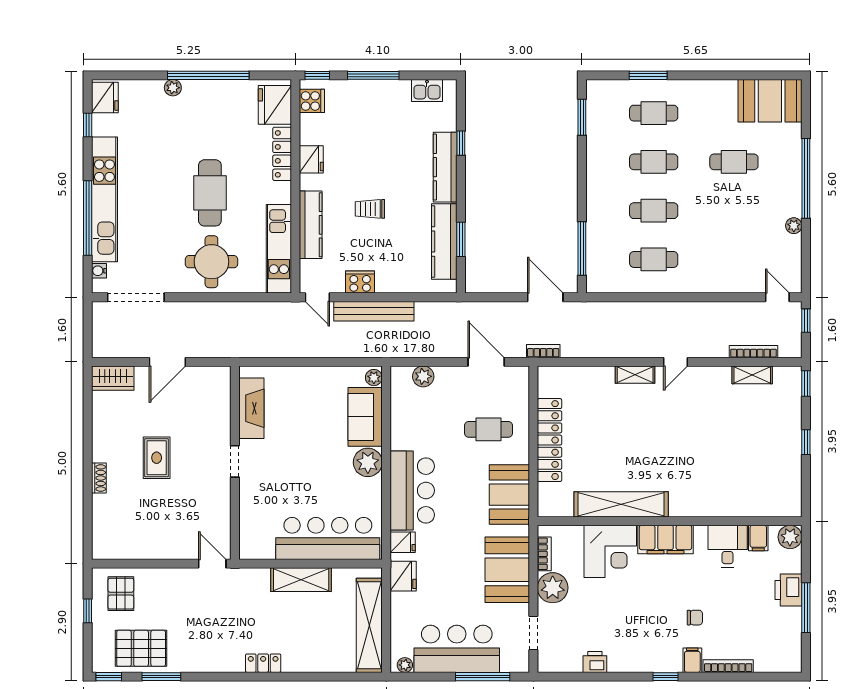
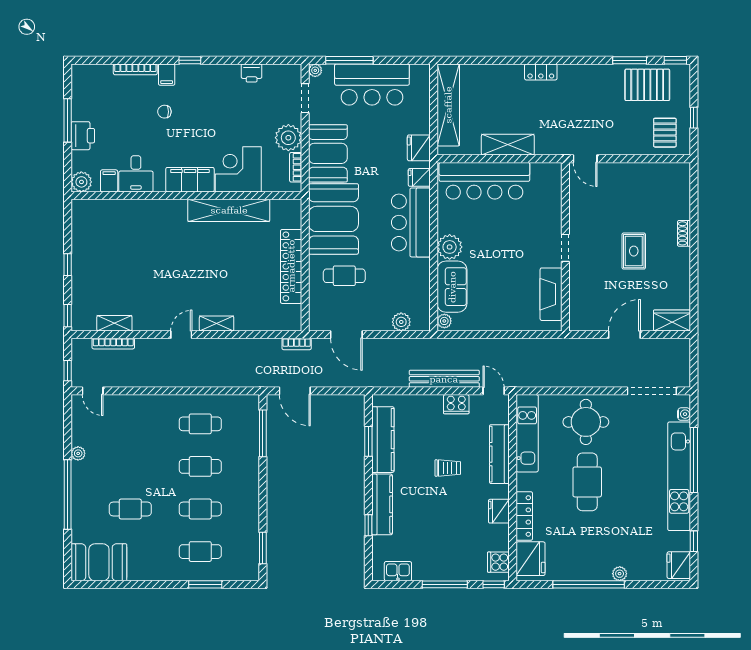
booth: (509, 495) -> (333, 219), width x1.36, depth x1.42
plant: (405, 665) -> (315, 70), moved

